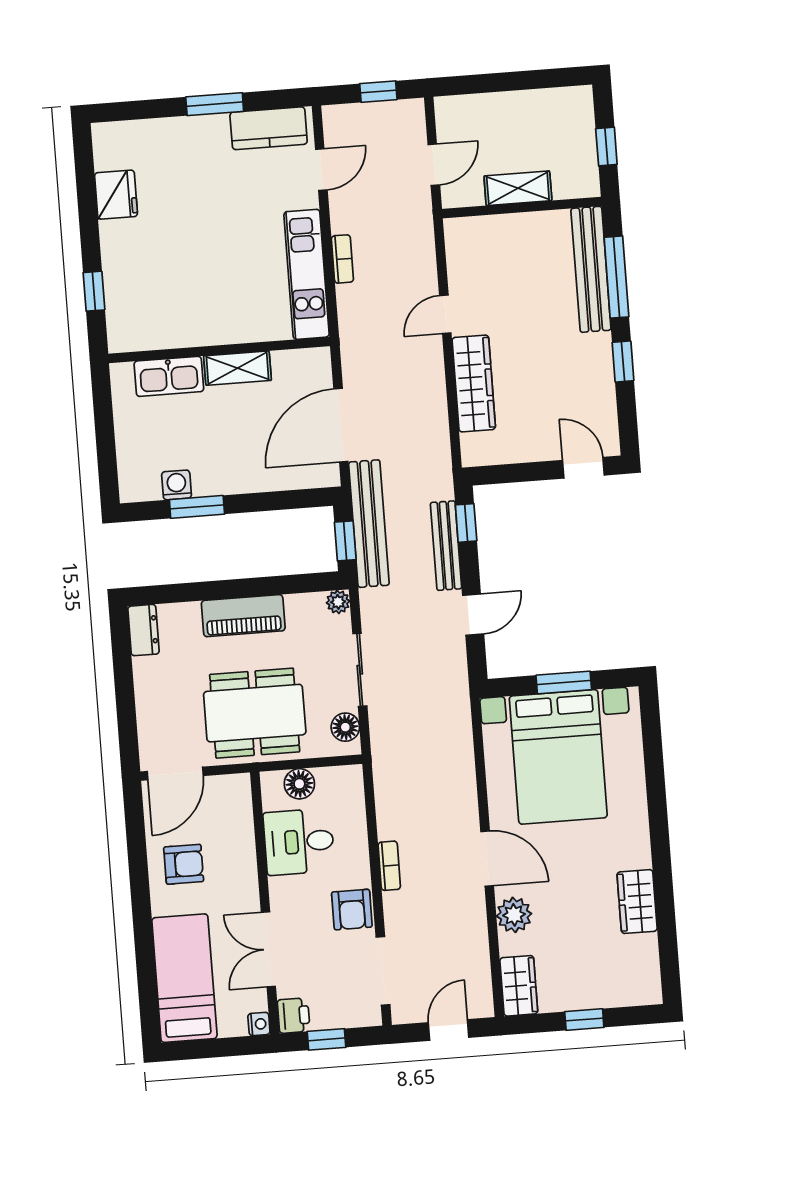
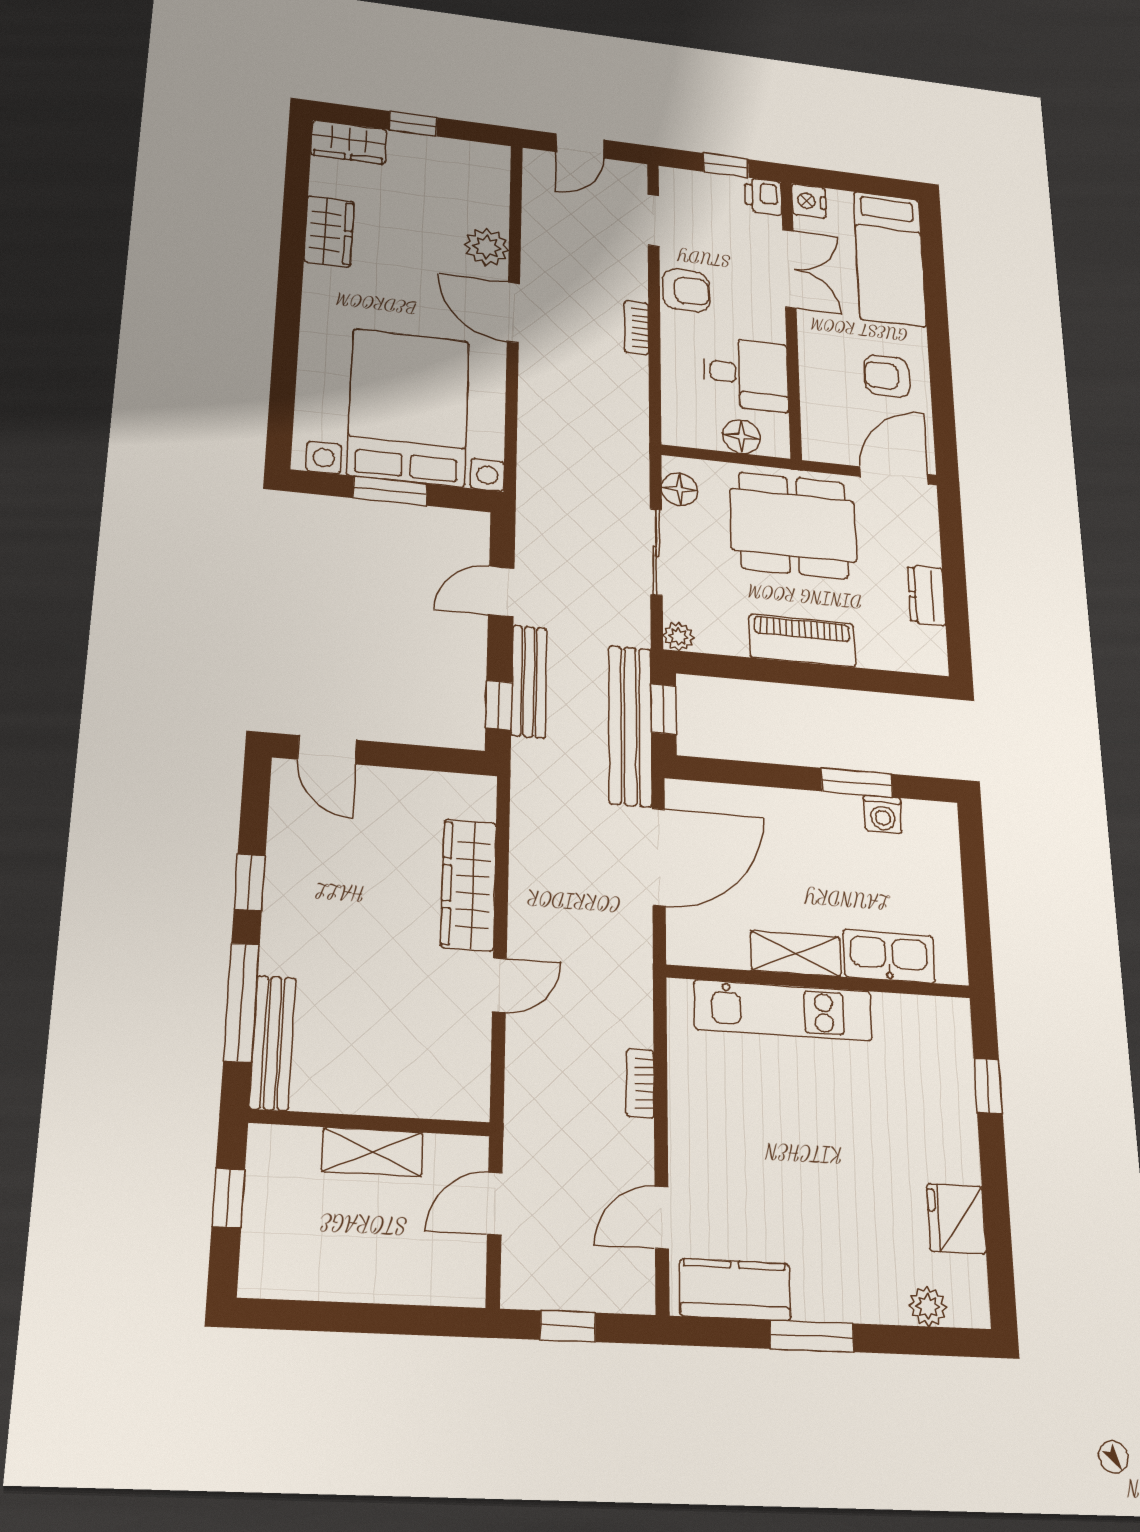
plant: (135, 133) -> (928, 1306), added
bench: (591, 269) -> (273, 1043), width x0.73, depth x0.82
kitchen unit: (307, 274) -> (783, 1010), moved, turned 90
dresser: (143, 630) -> (927, 595), moved
armchair: (352, 910) -> (686, 290), turned 90
doorway: (383, 971) -> (653, 220), width x0.73
wardrobe: (519, 986) -> (349, 142), moved, turned -90
nightstand: (259, 1024) -> (809, 201), width x1.39, depth x1.35

